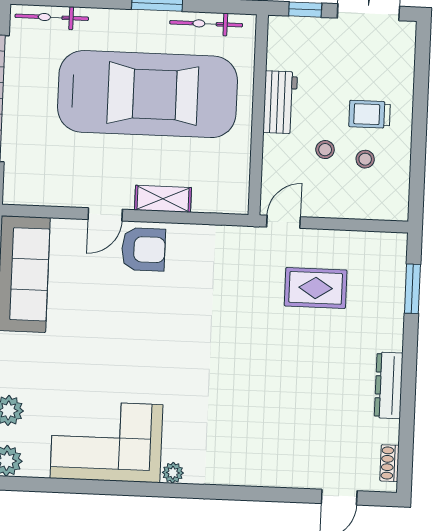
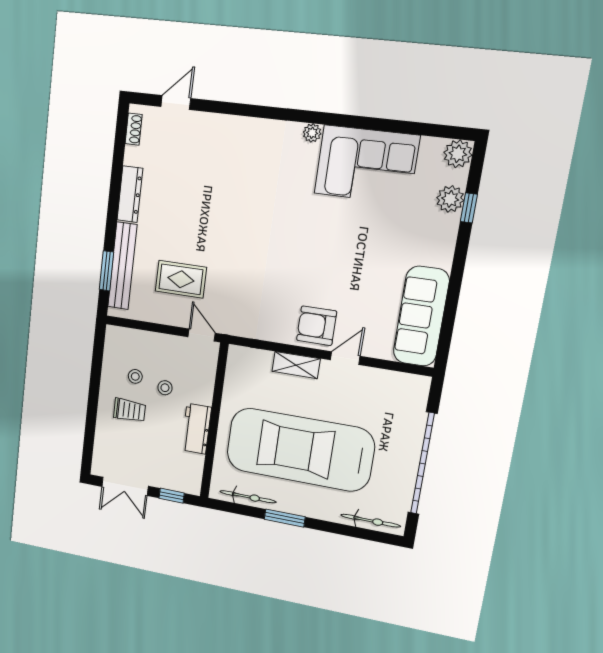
door: (284, 222) -> (202, 335), swing flipped
bench: (392, 297) -> (122, 266), added

